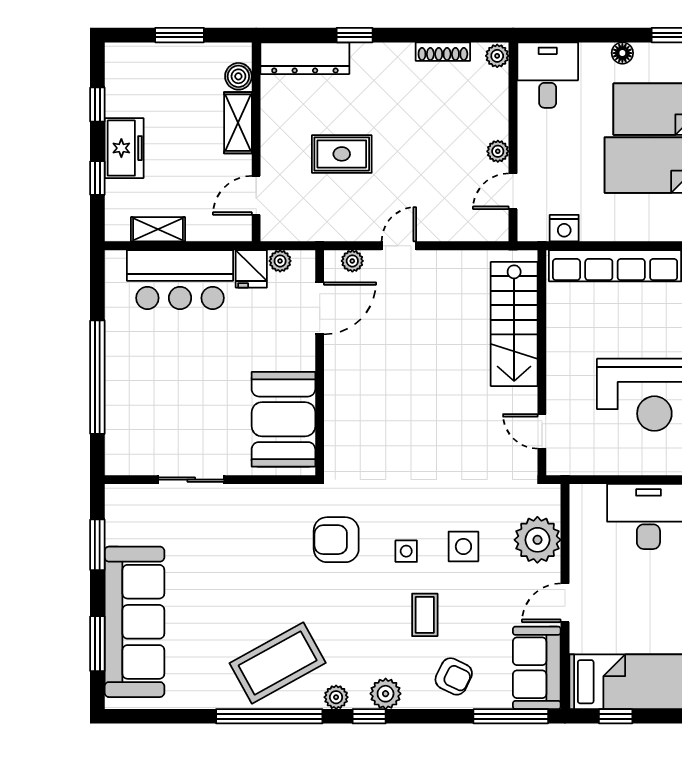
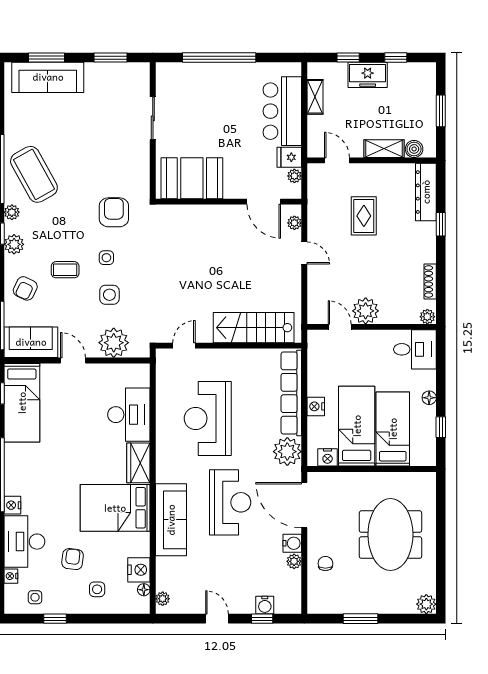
plant: (498, 151) -> (366, 311), width x1.88, depth x1.88
nightstand: (564, 228) -> (316, 406), moved
sofa: (134, 622) -> (48, 77), width x0.74, depth x0.79

